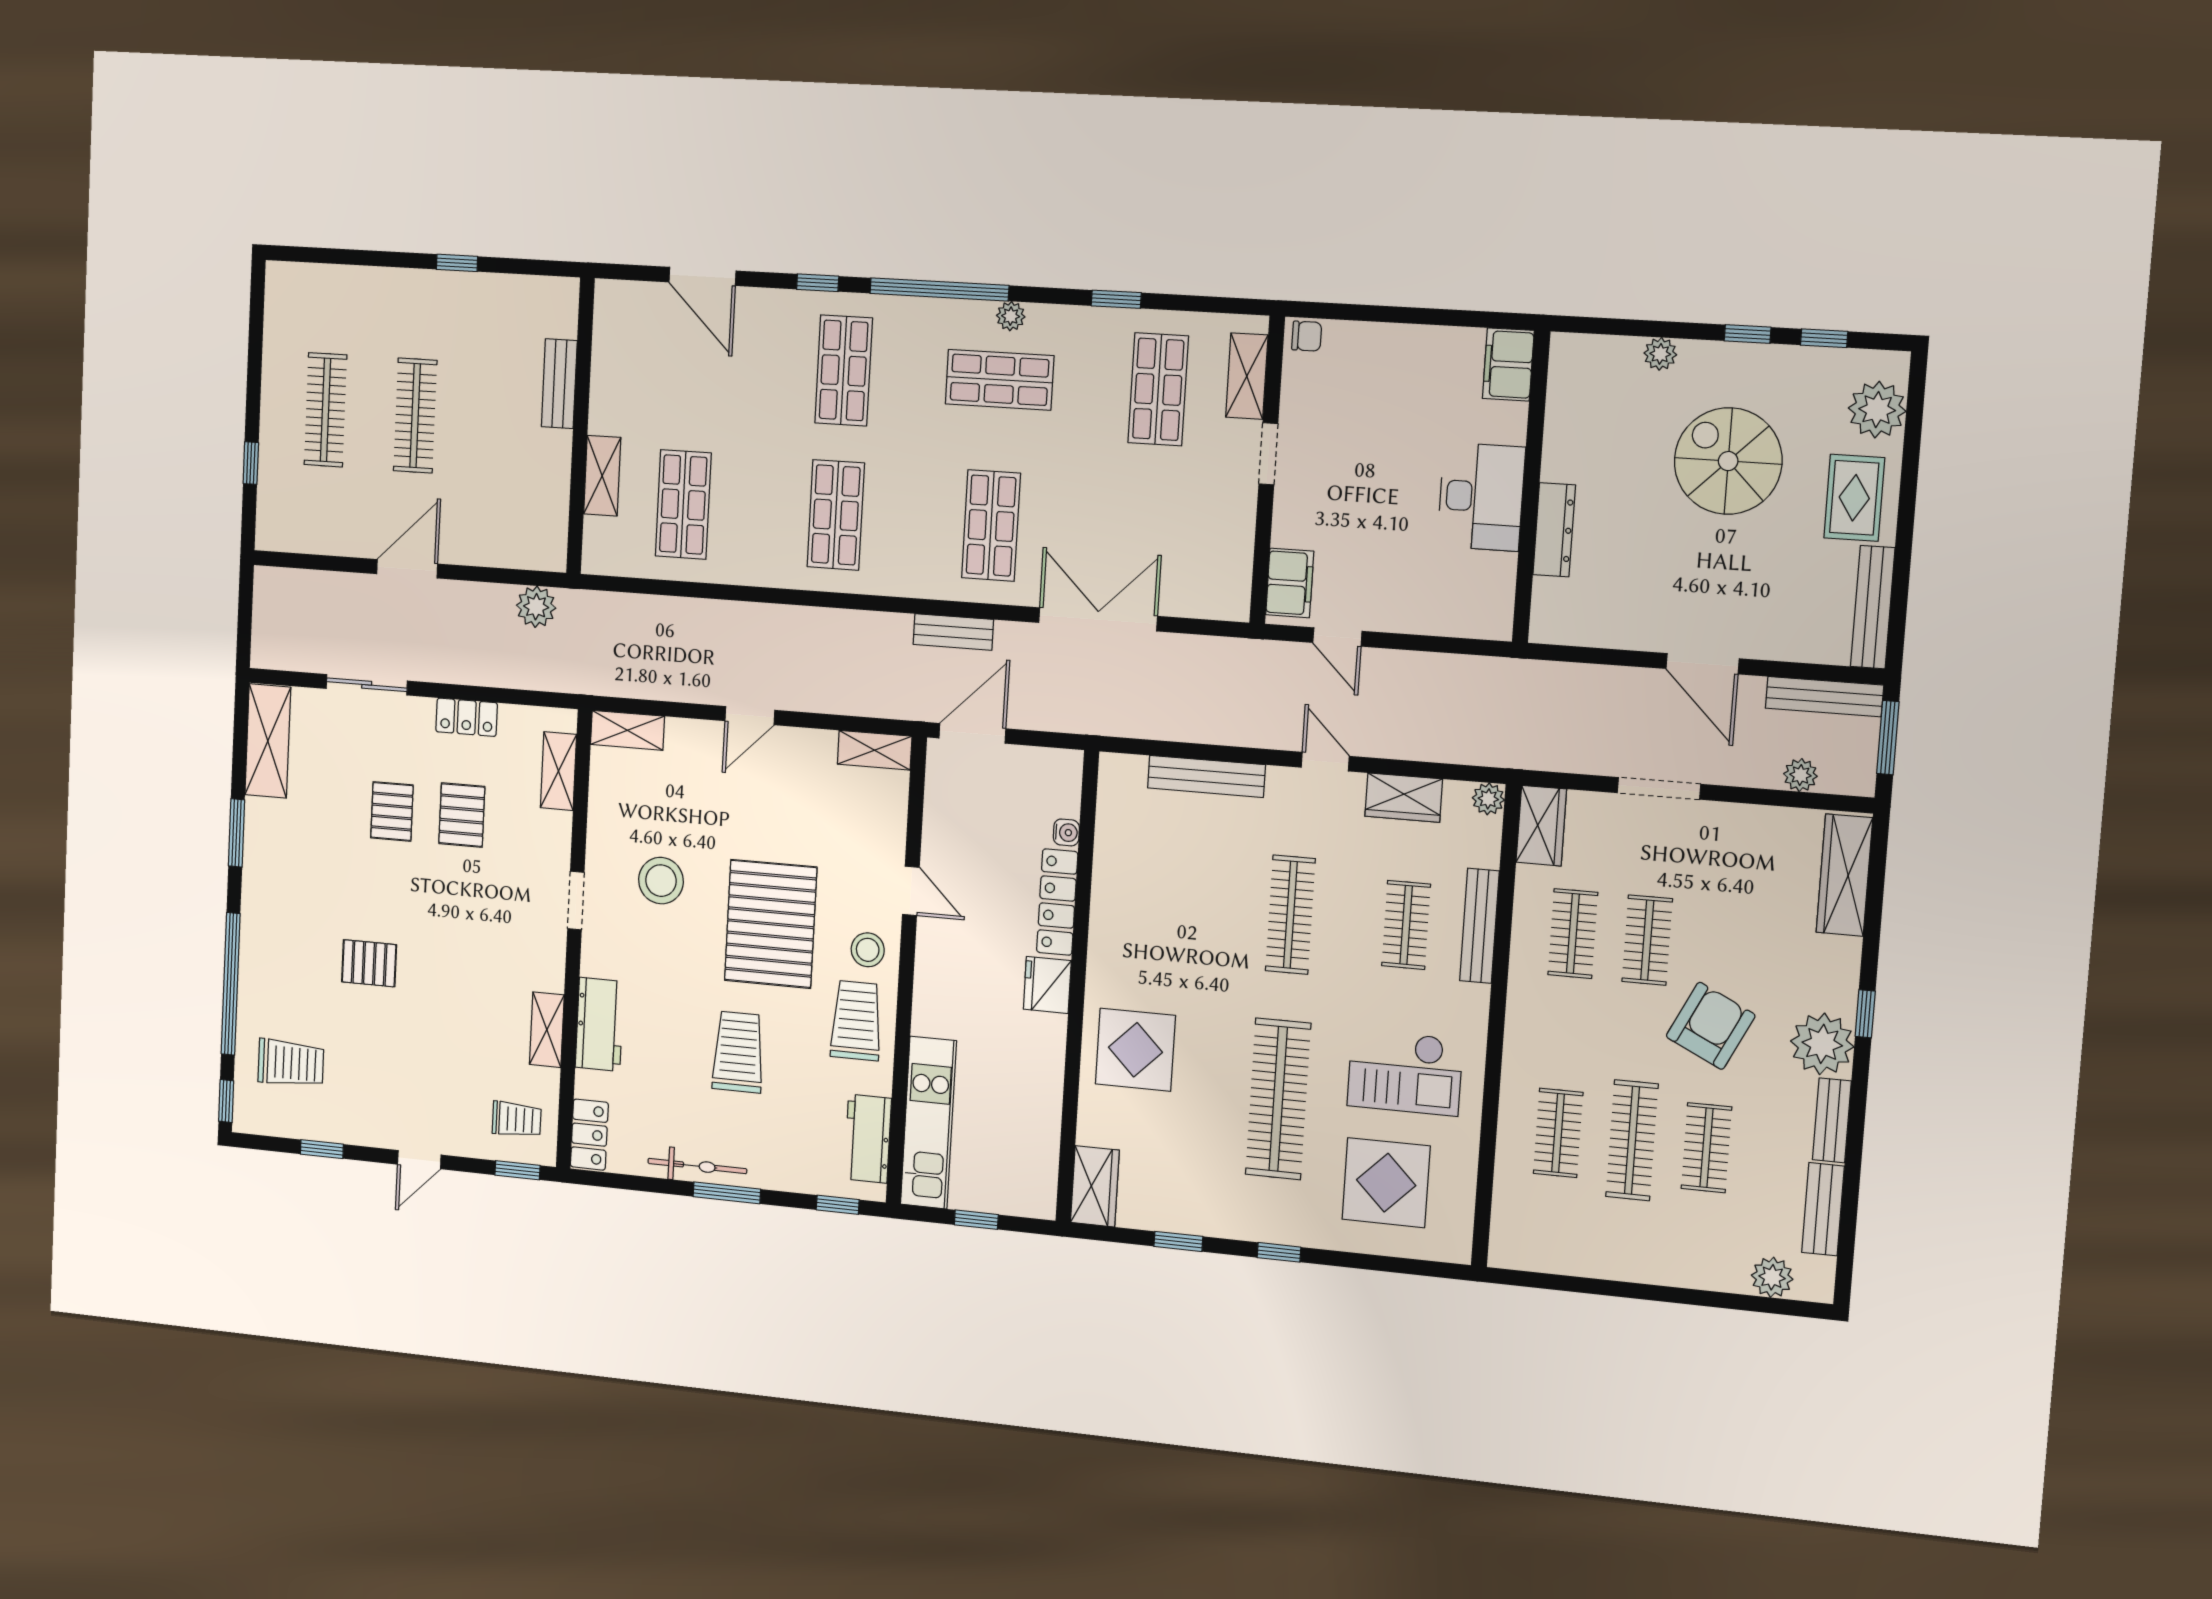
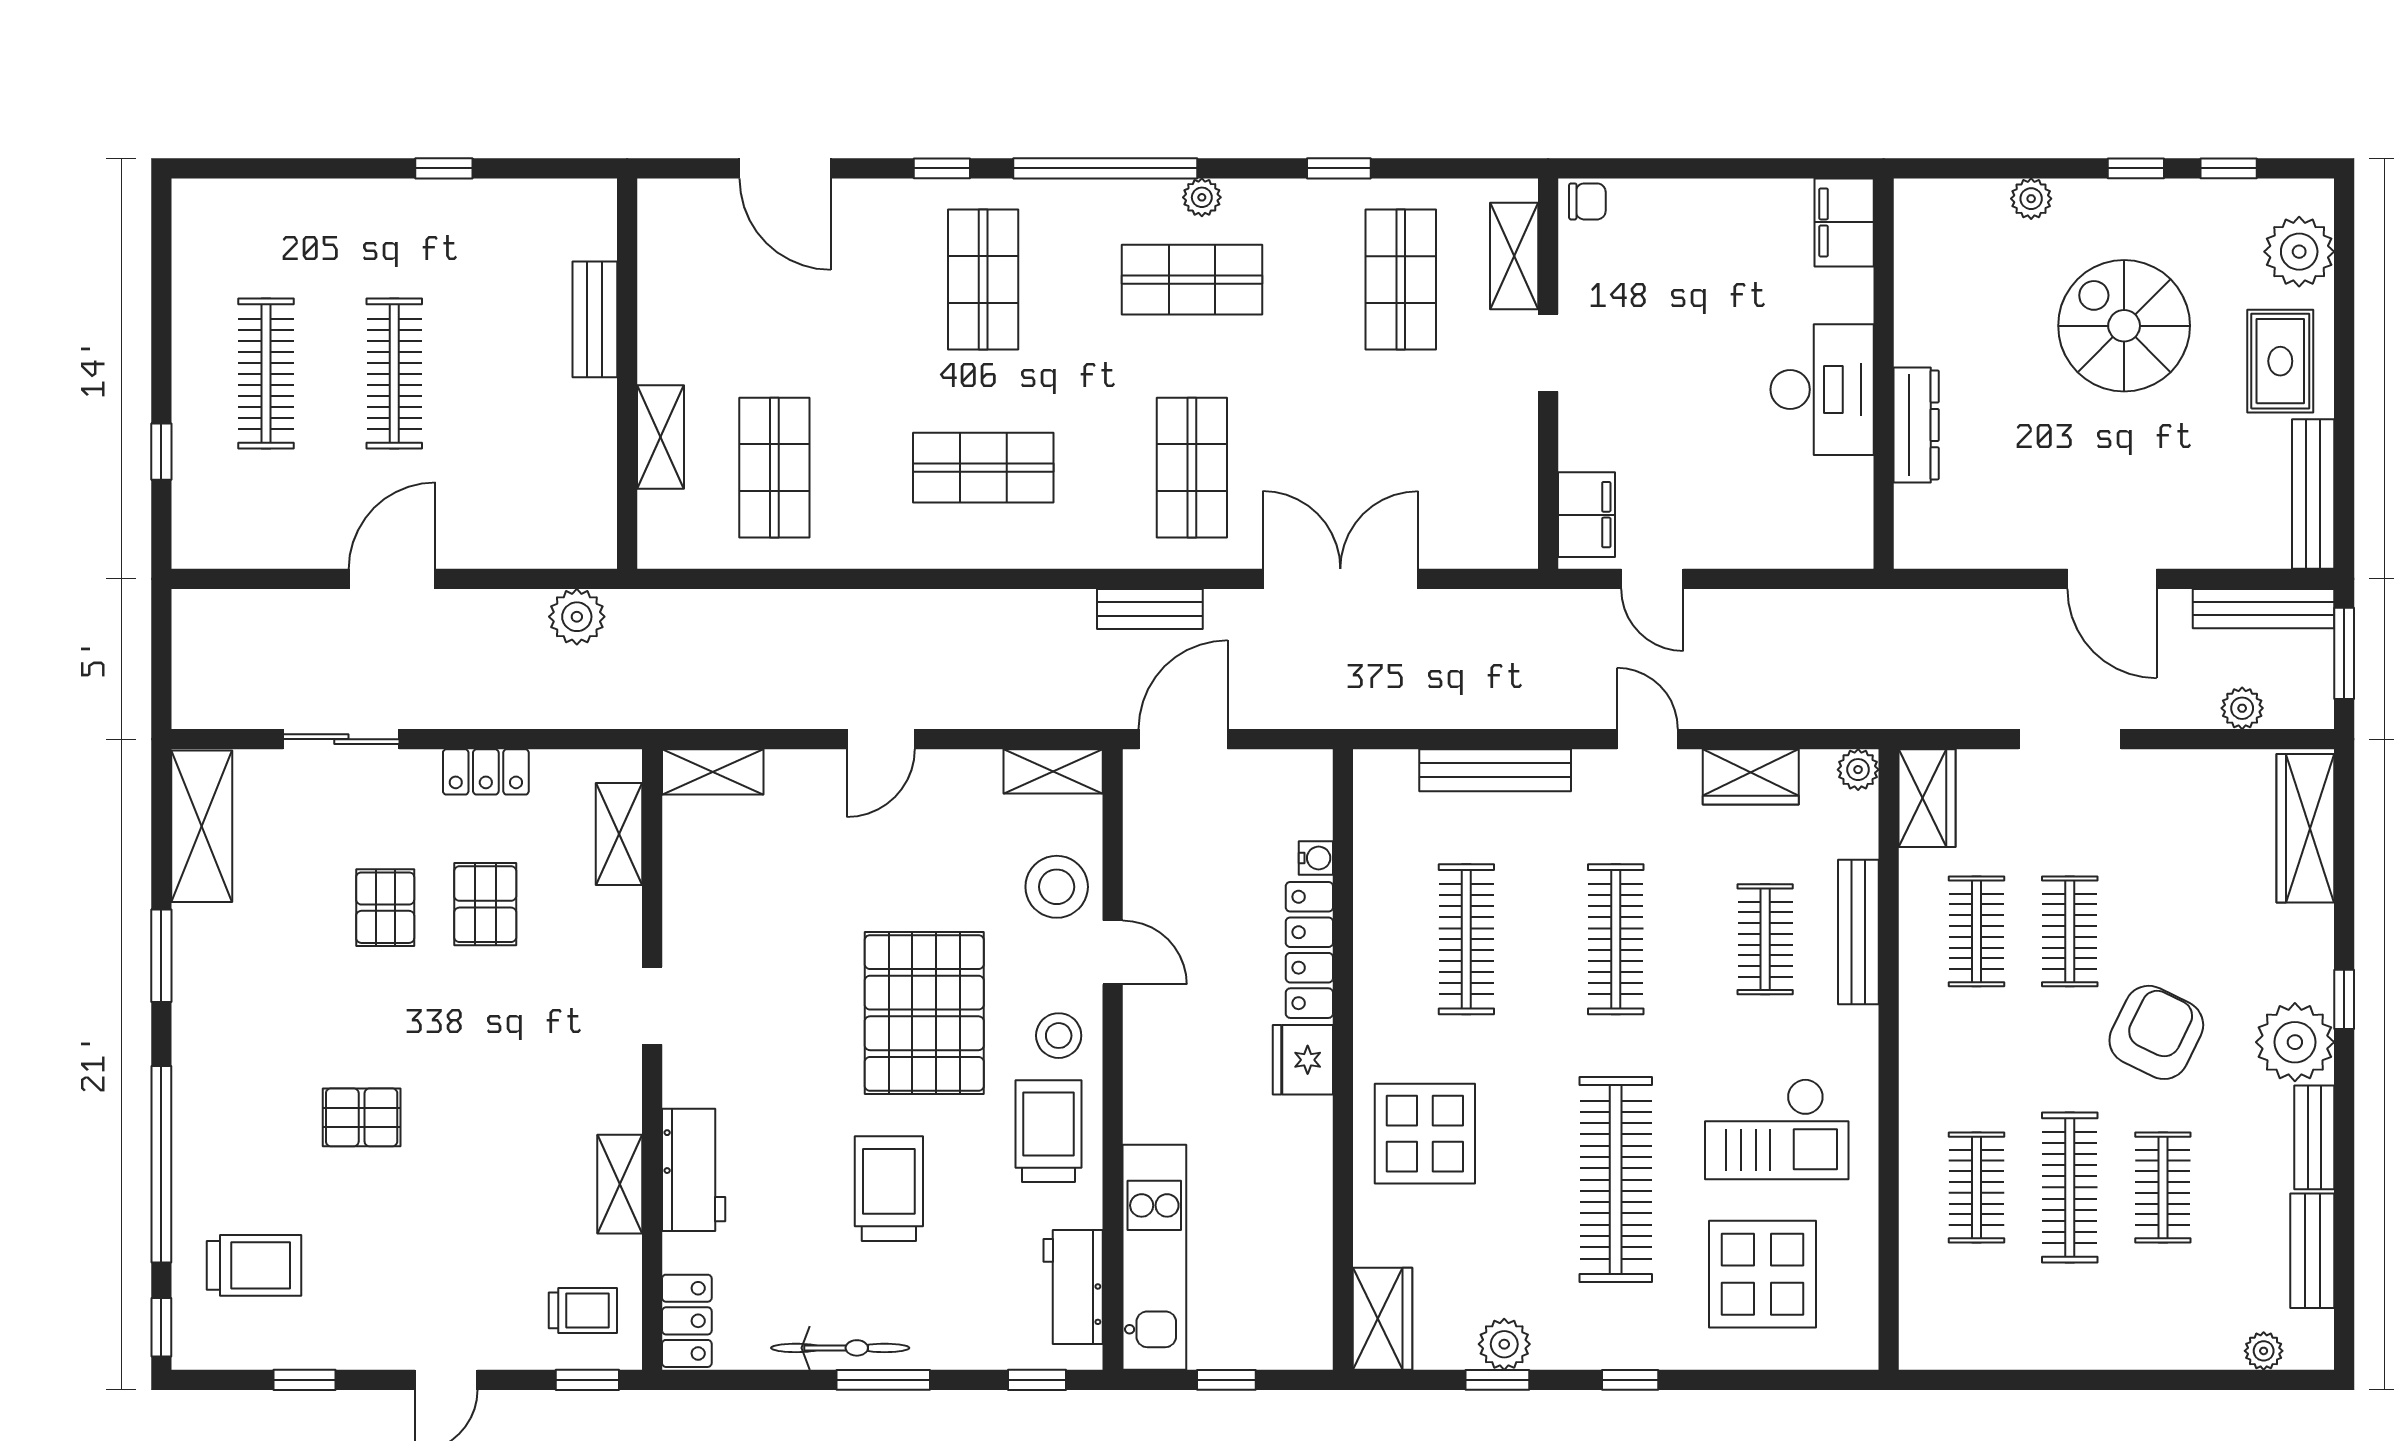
shop shelf: (836, 515) -> (983, 468), turned 90
stool: (661, 881) -> (1057, 887), moved
clothes rail: (1176, 905) -> (1466, 939), added
plant: (1185, 1215) -> (1504, 1344), added
plant: (1772, 1277) -> (2264, 1351), width x0.73, depth x0.73

